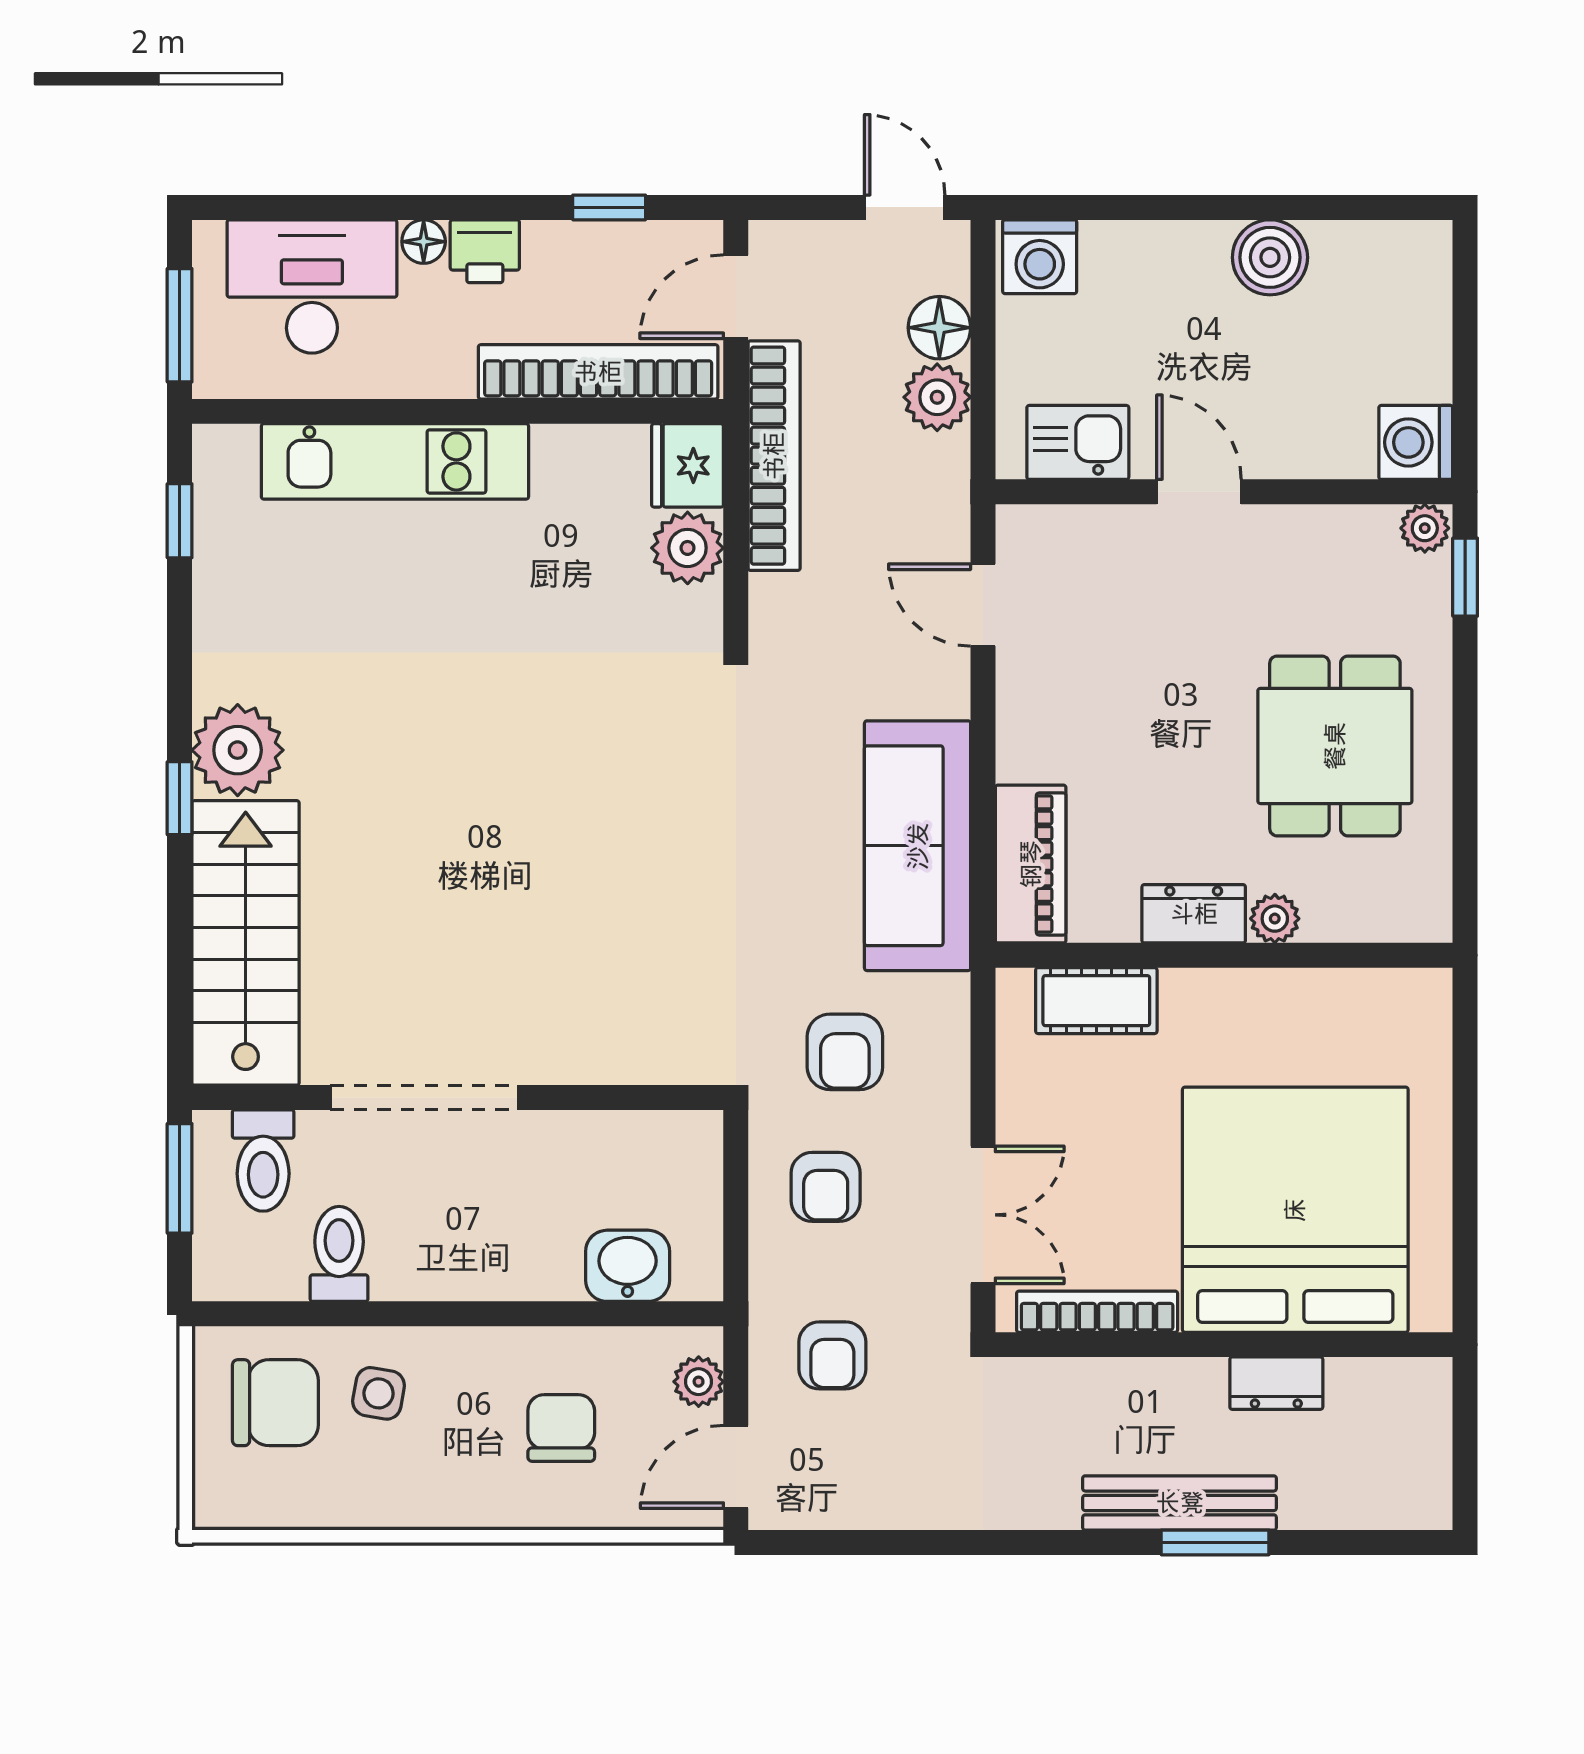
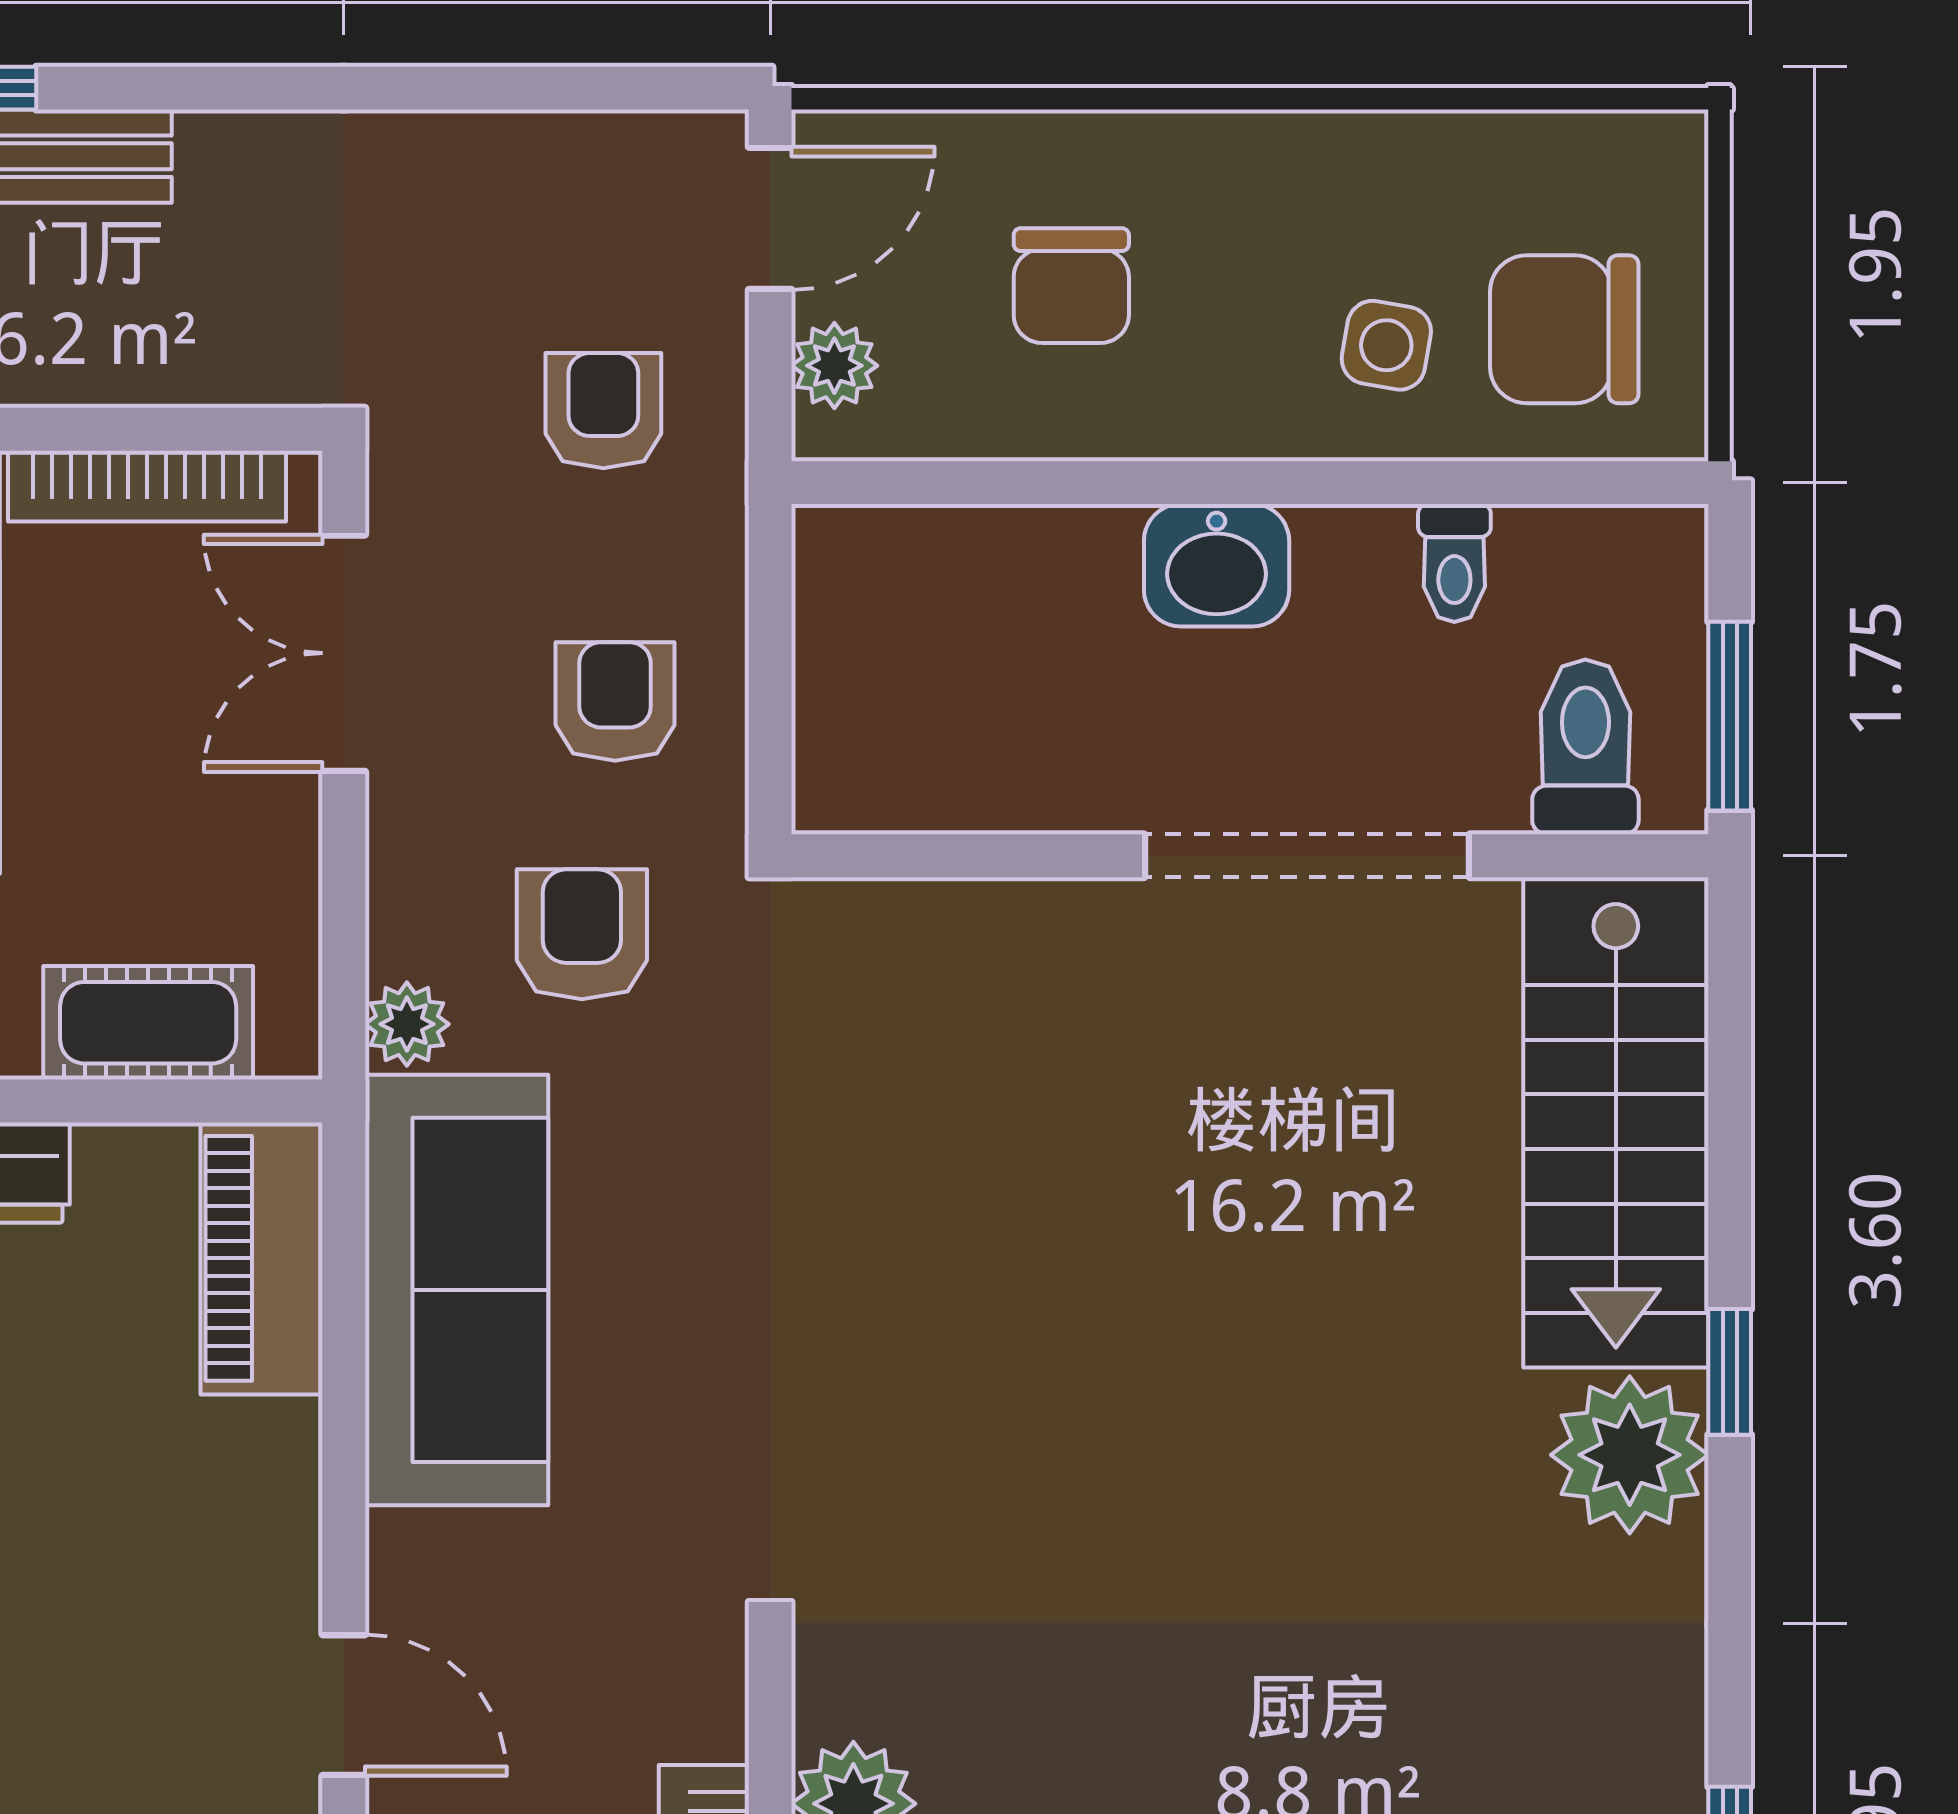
plant: (946, 1000) -> (407, 1024), added
toilet: (339, 1254) -> (1454, 563), width x0.73, depth x0.72
washbasin: (628, 1266) -> (1217, 565), moved

